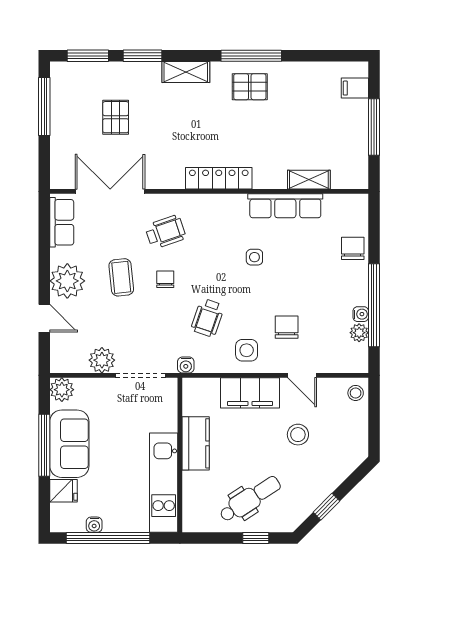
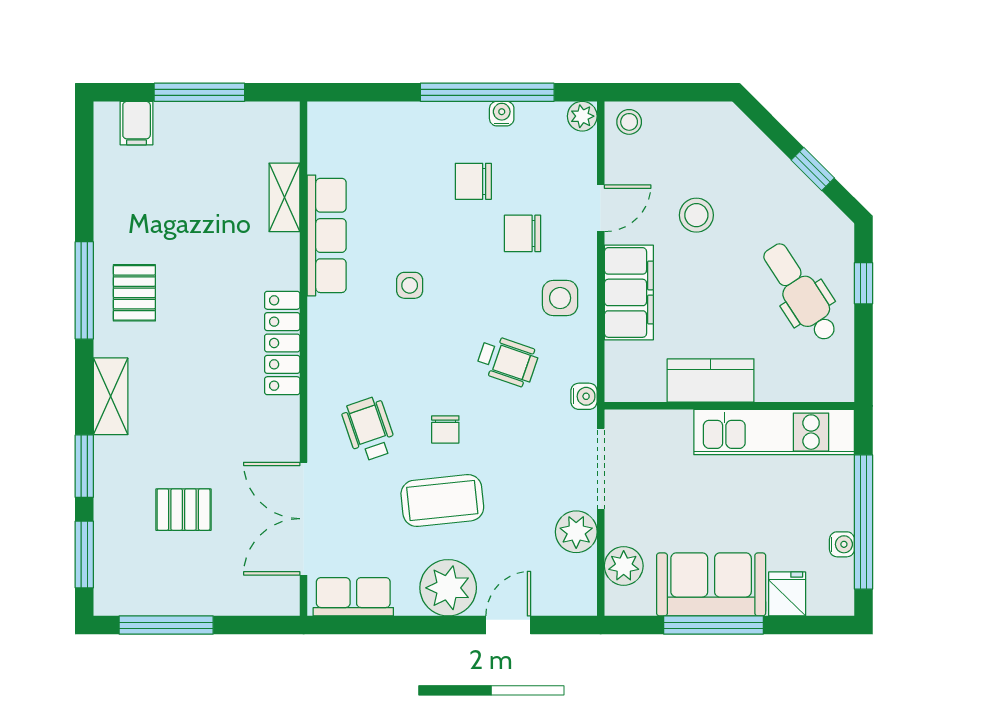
chair: (353, 248) -> (473, 181), moved
coffee table: (121, 277) -> (442, 501), width x1.36, depth x1.30
chair: (165, 279) -> (445, 429), turned -90
plant: (359, 333) -> (582, 116), moved
plant: (62, 390) -> (624, 566), moved

